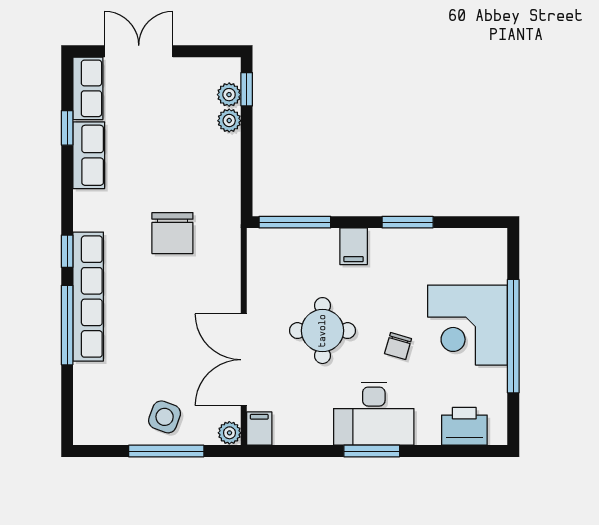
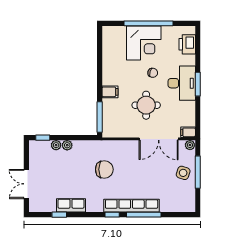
row of seats: (88, 88) -> (42, 206), removed
plant: (229, 95) -> (67, 145), moved
window: (408, 222) -> (100, 69), removed

